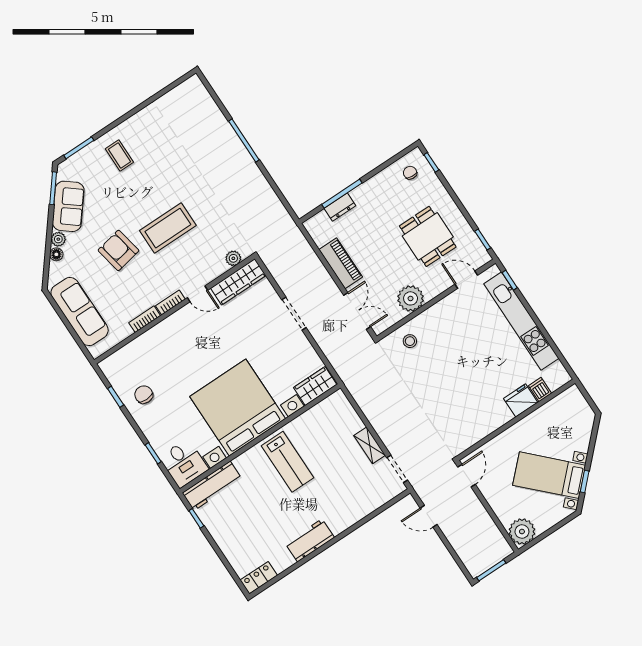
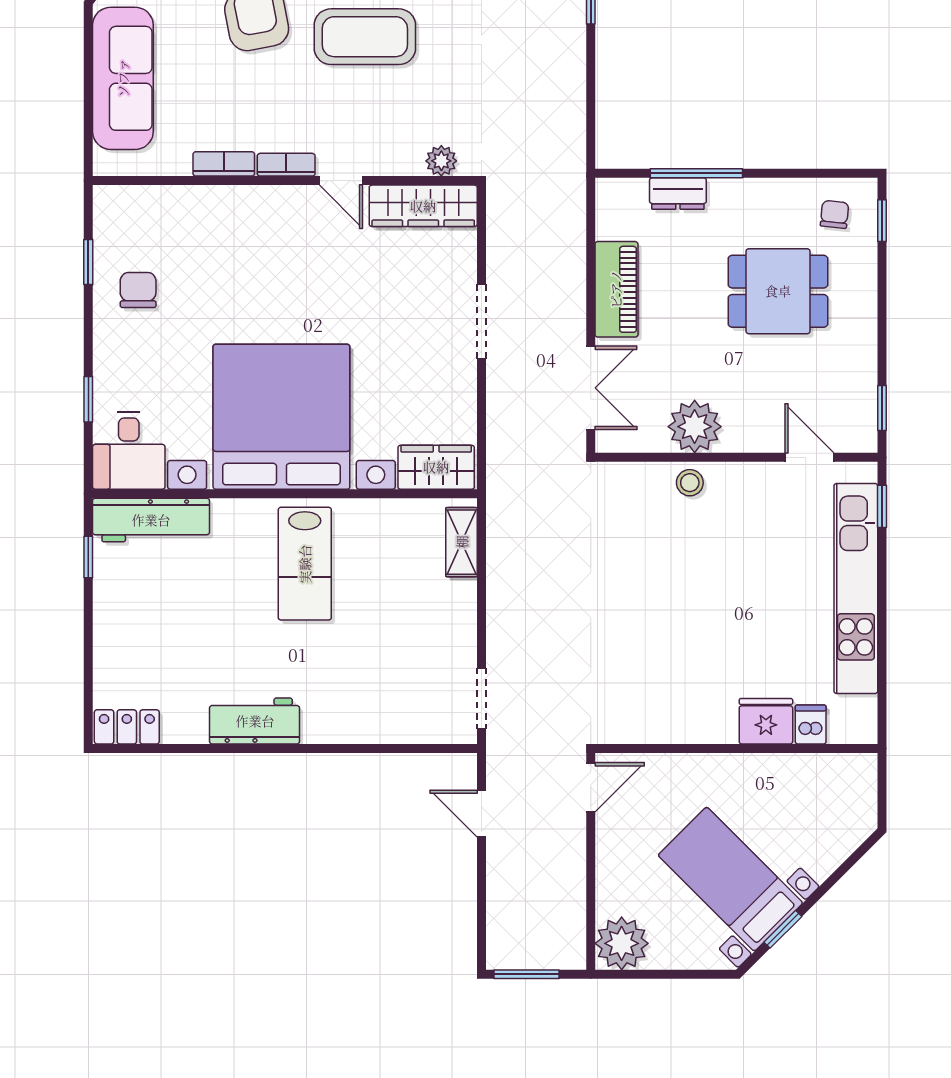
dining table: (428, 236) -> (778, 291), moved, turned 90
stool: (410, 341) -> (690, 483), moved
shelving: (370, 445) -> (462, 542), moved

